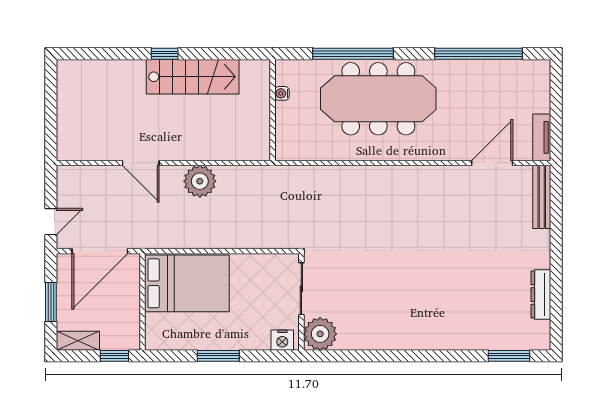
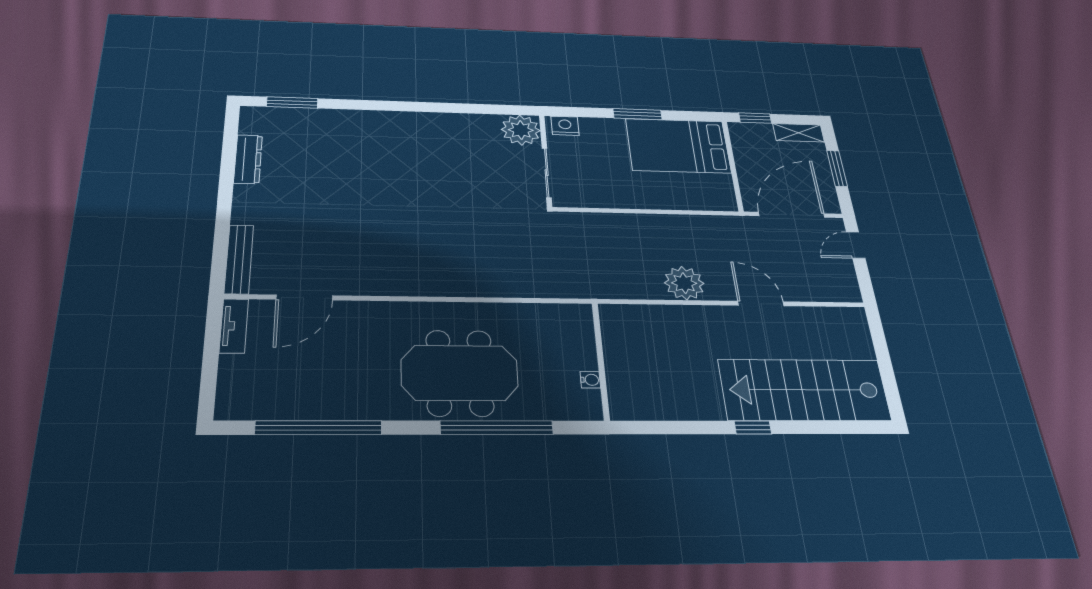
stairs: (193, 77) -> (804, 390), moved, width x1.36, depth x1.51
meeting table: (378, 99) -> (460, 373), width x0.73
bed: (187, 283) -> (678, 146), moved

